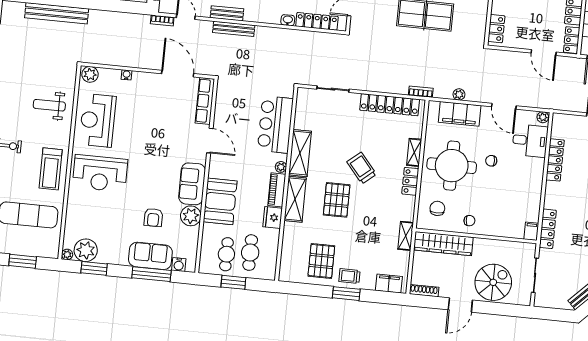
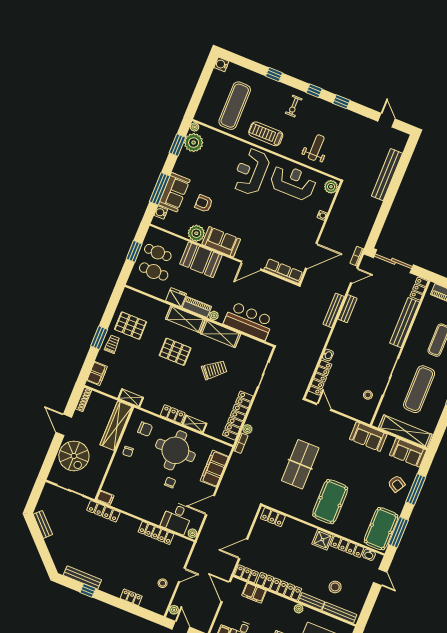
plant: (459, 94) -> (247, 429), moved
trolley: (362, 168) -> (214, 370), moved
window: (23, 261) -> (200, 90), removed

